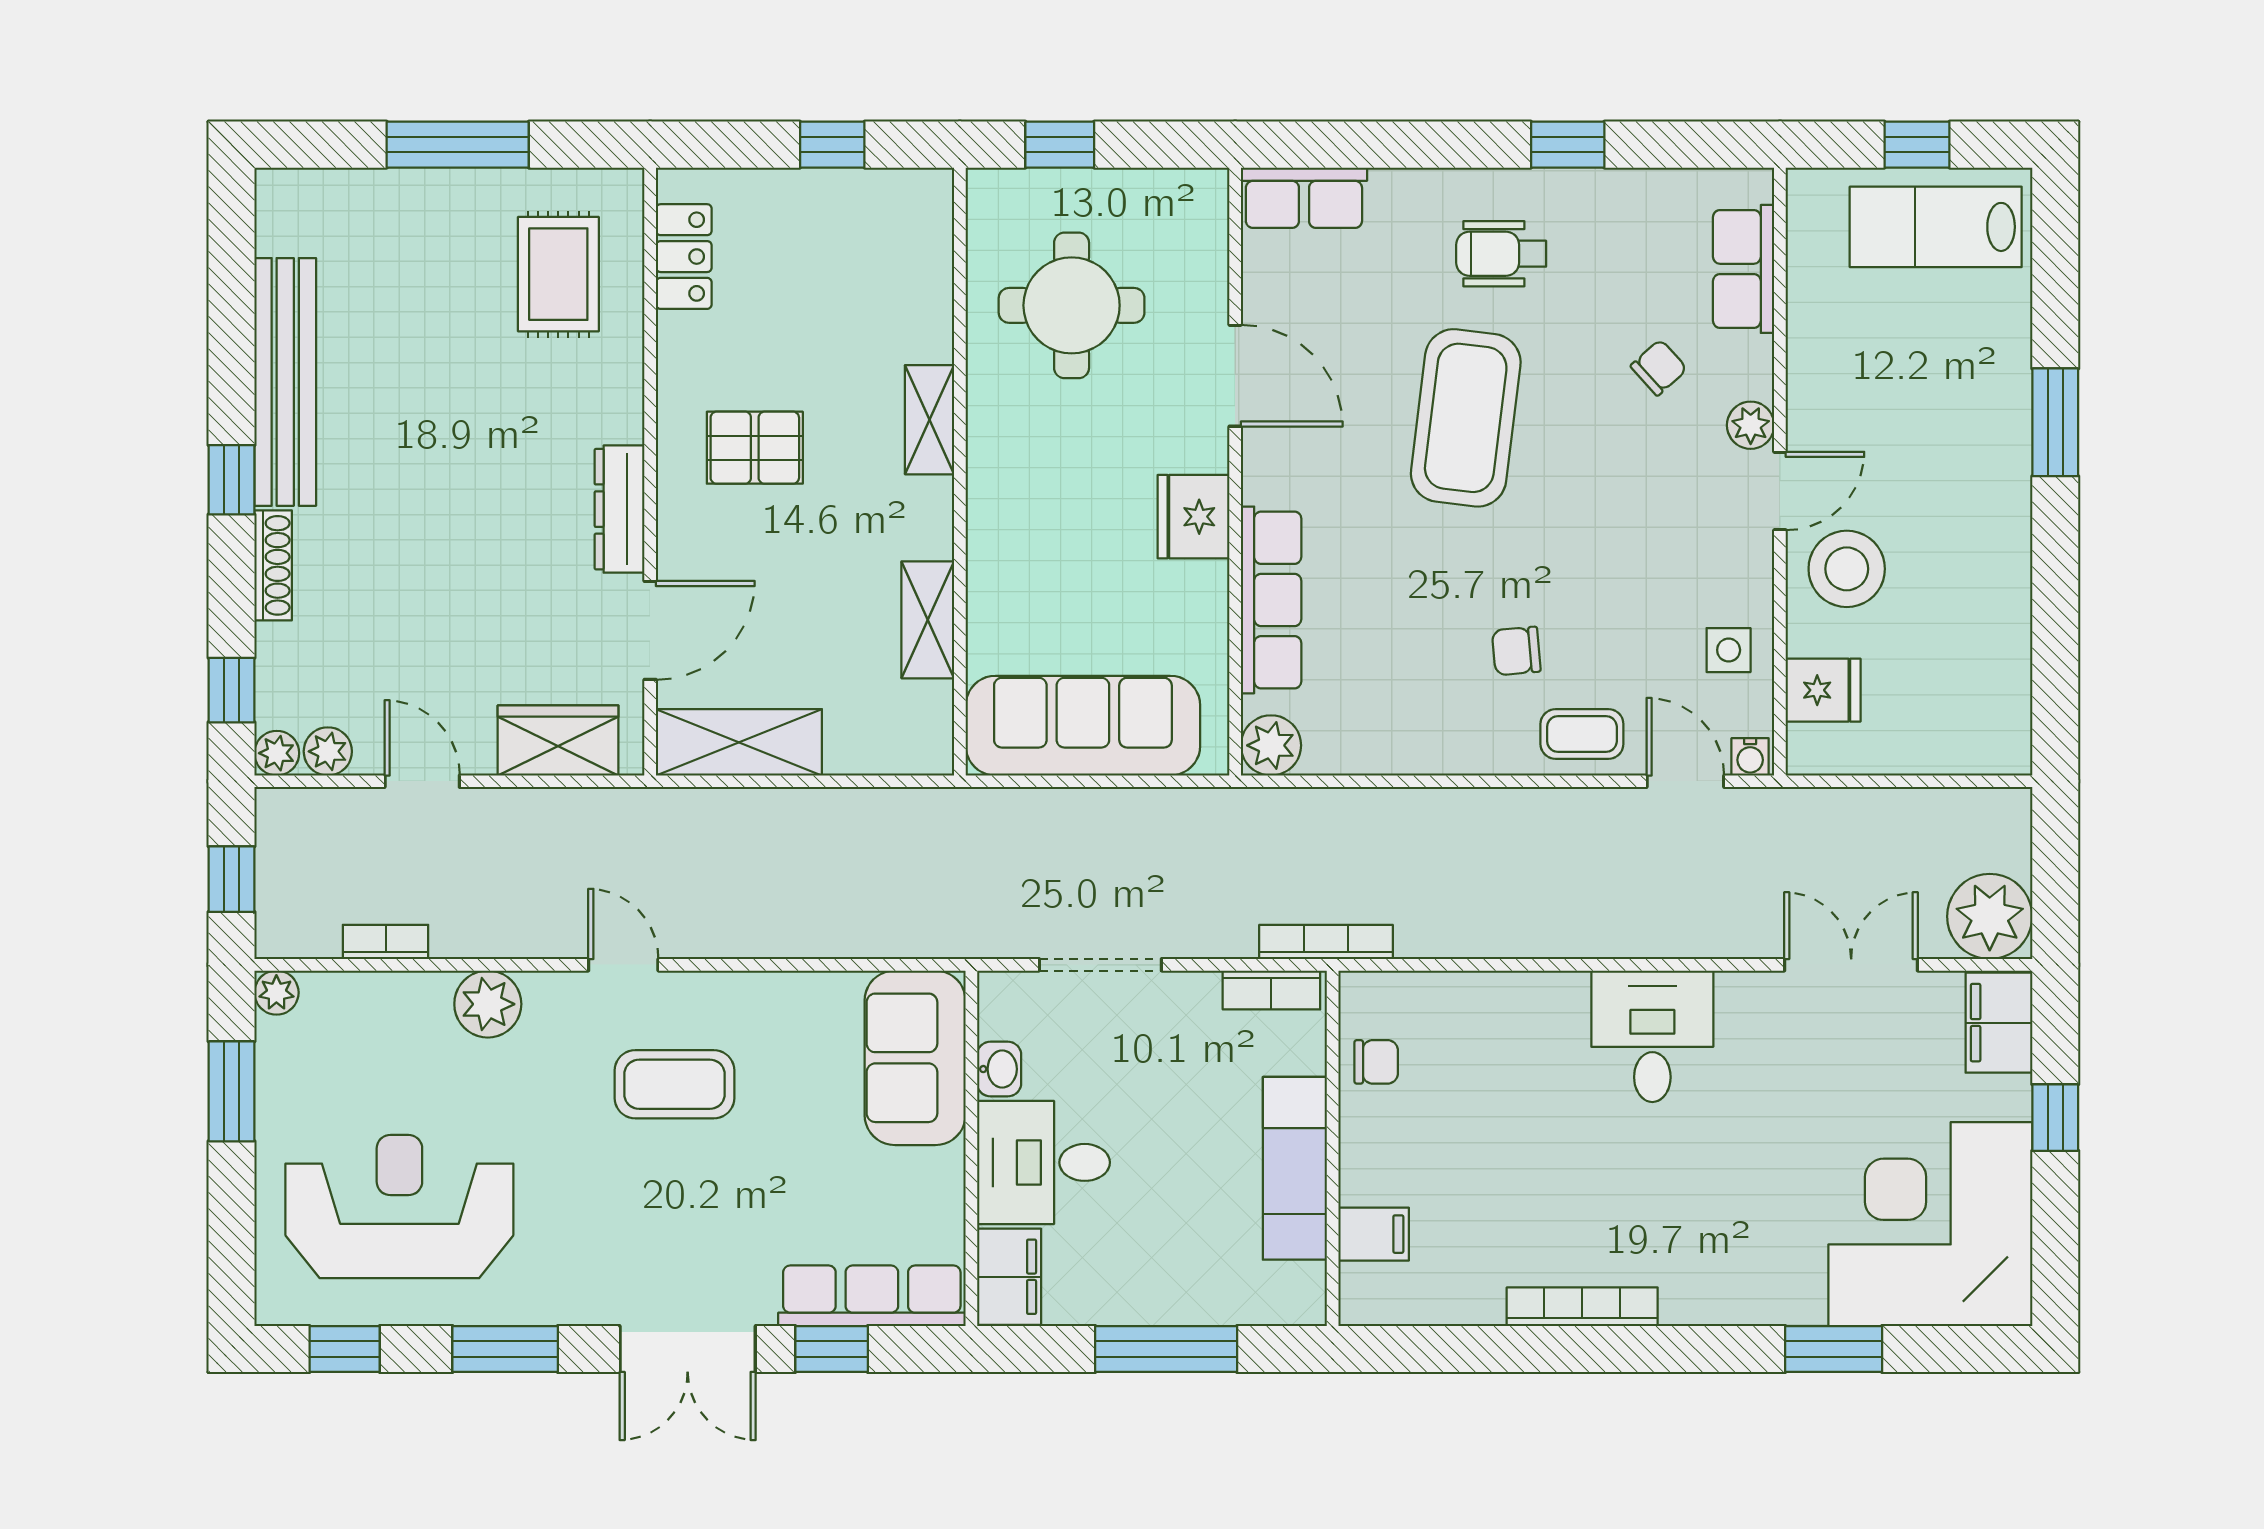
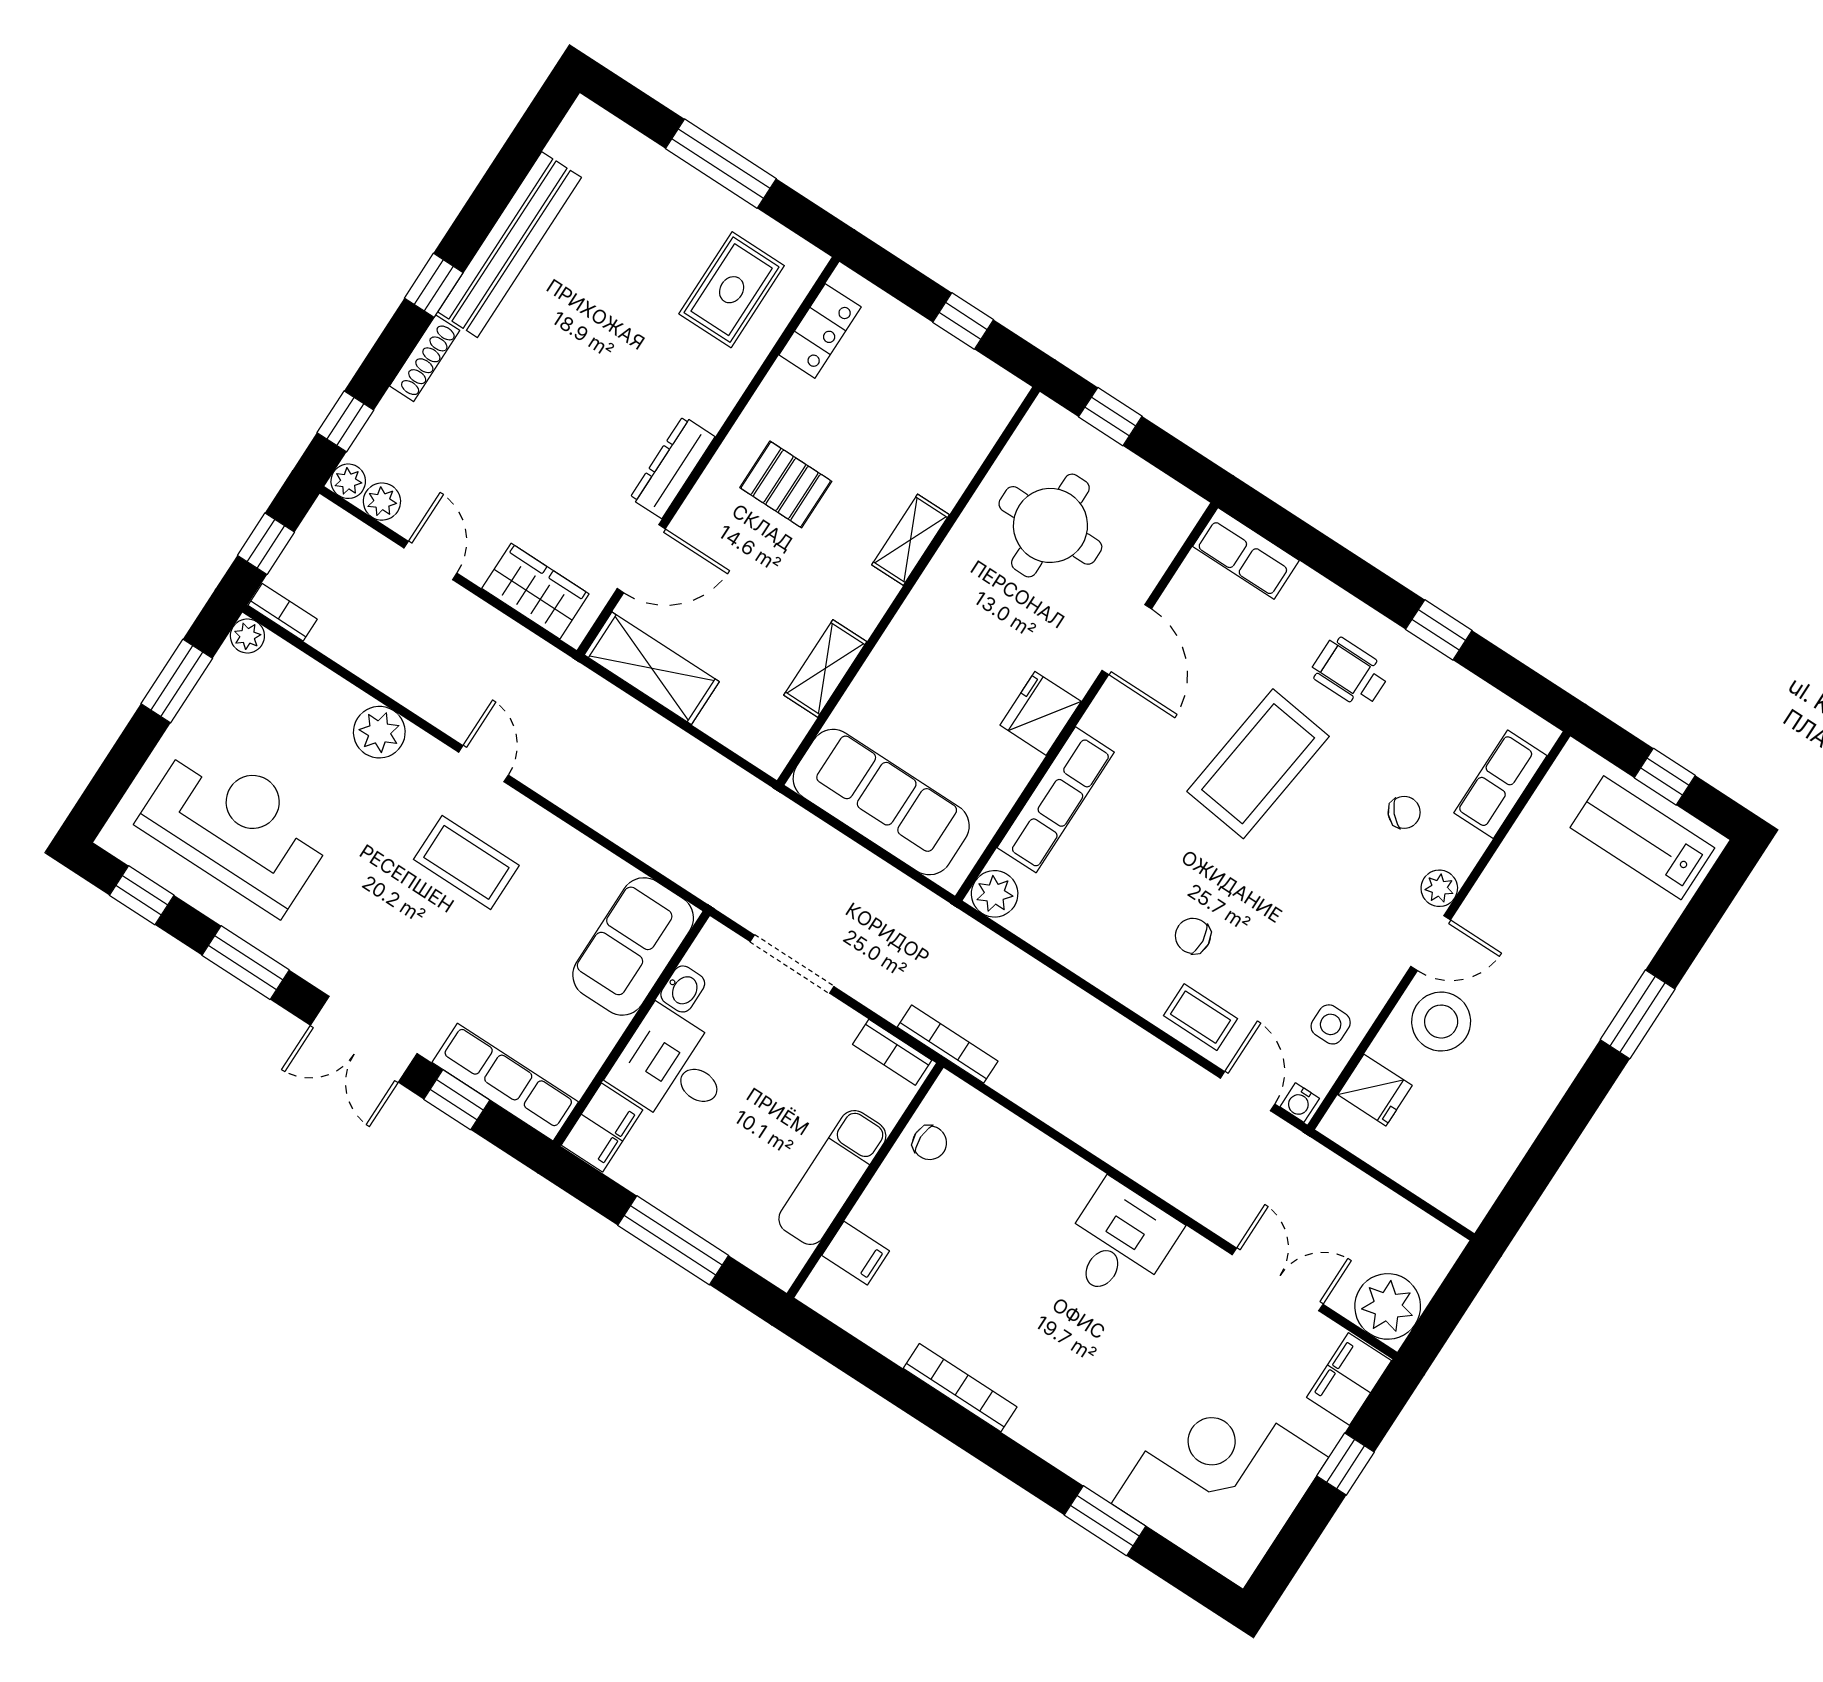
bookcase: (386, 942) -> (283, 612), moved

